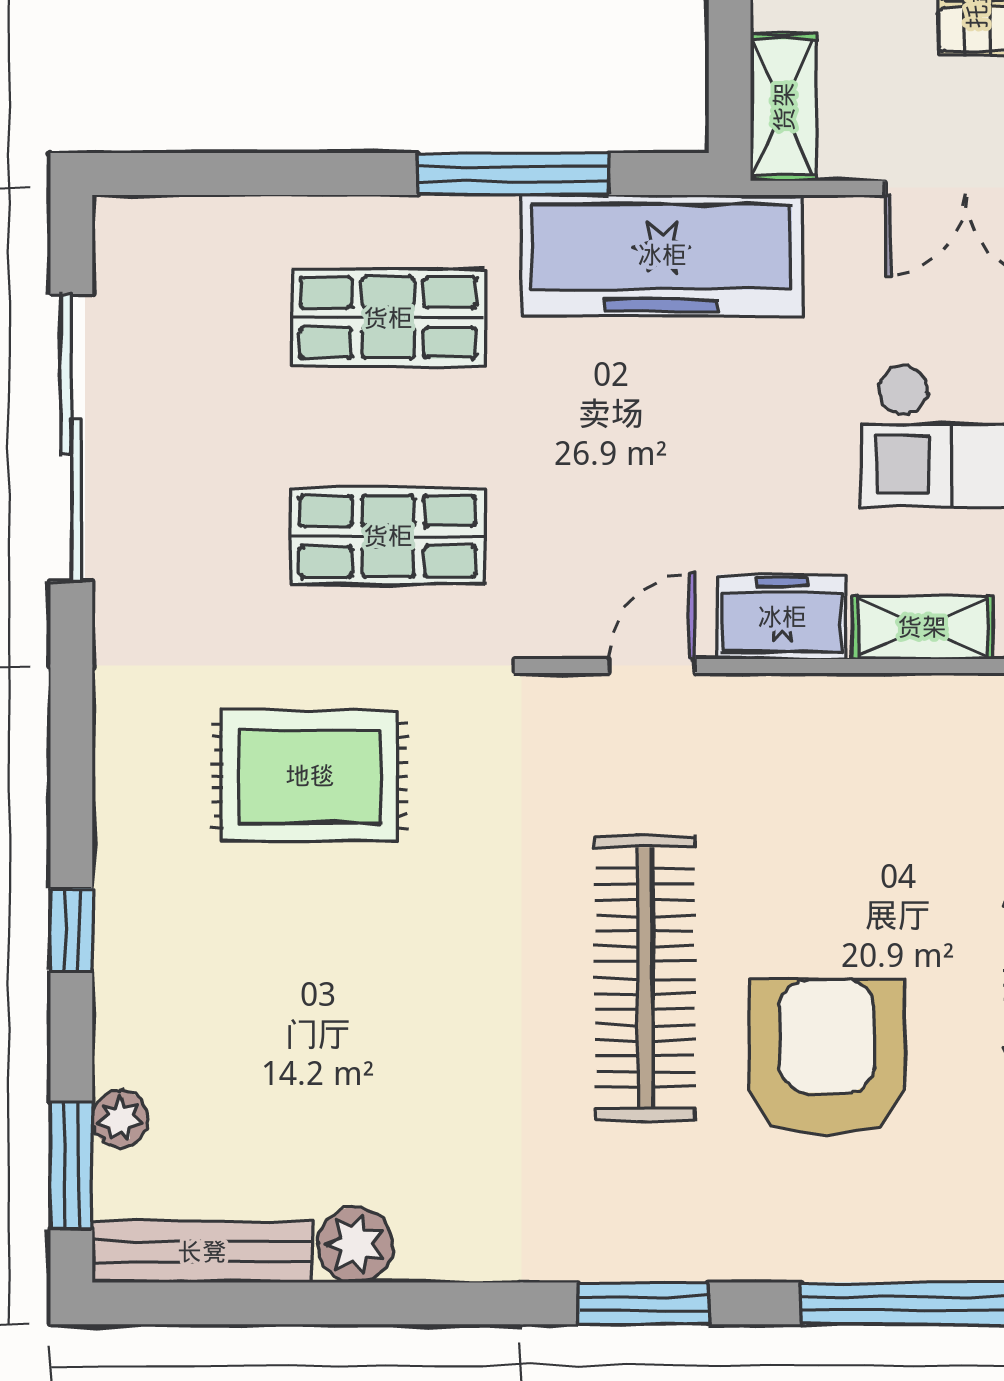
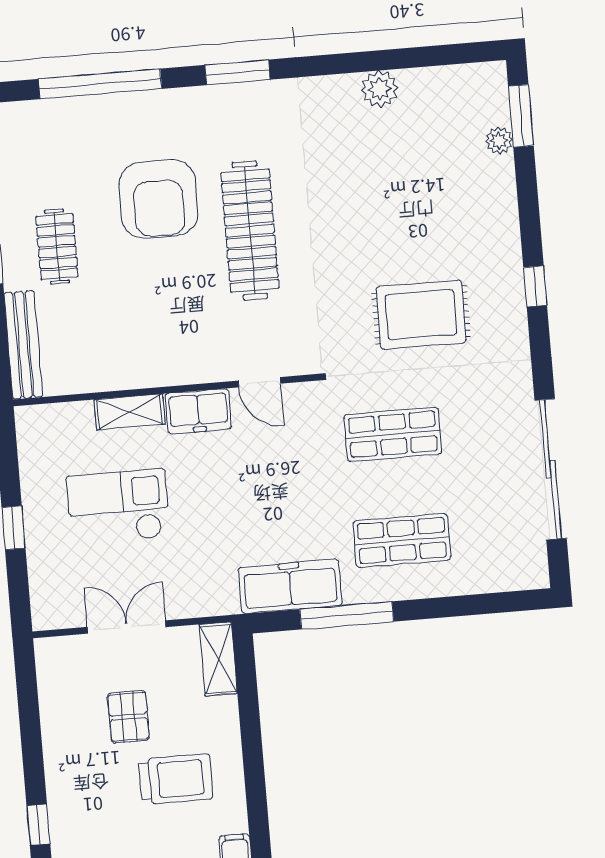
freezer: (662, 255) -> (290, 586), width x0.73, depth x0.79
door: (652, 666) -> (259, 382), hinge flipped
window: (71, 929) -> (535, 286), moved
bench: (202, 1252) -> (454, 79), removed

